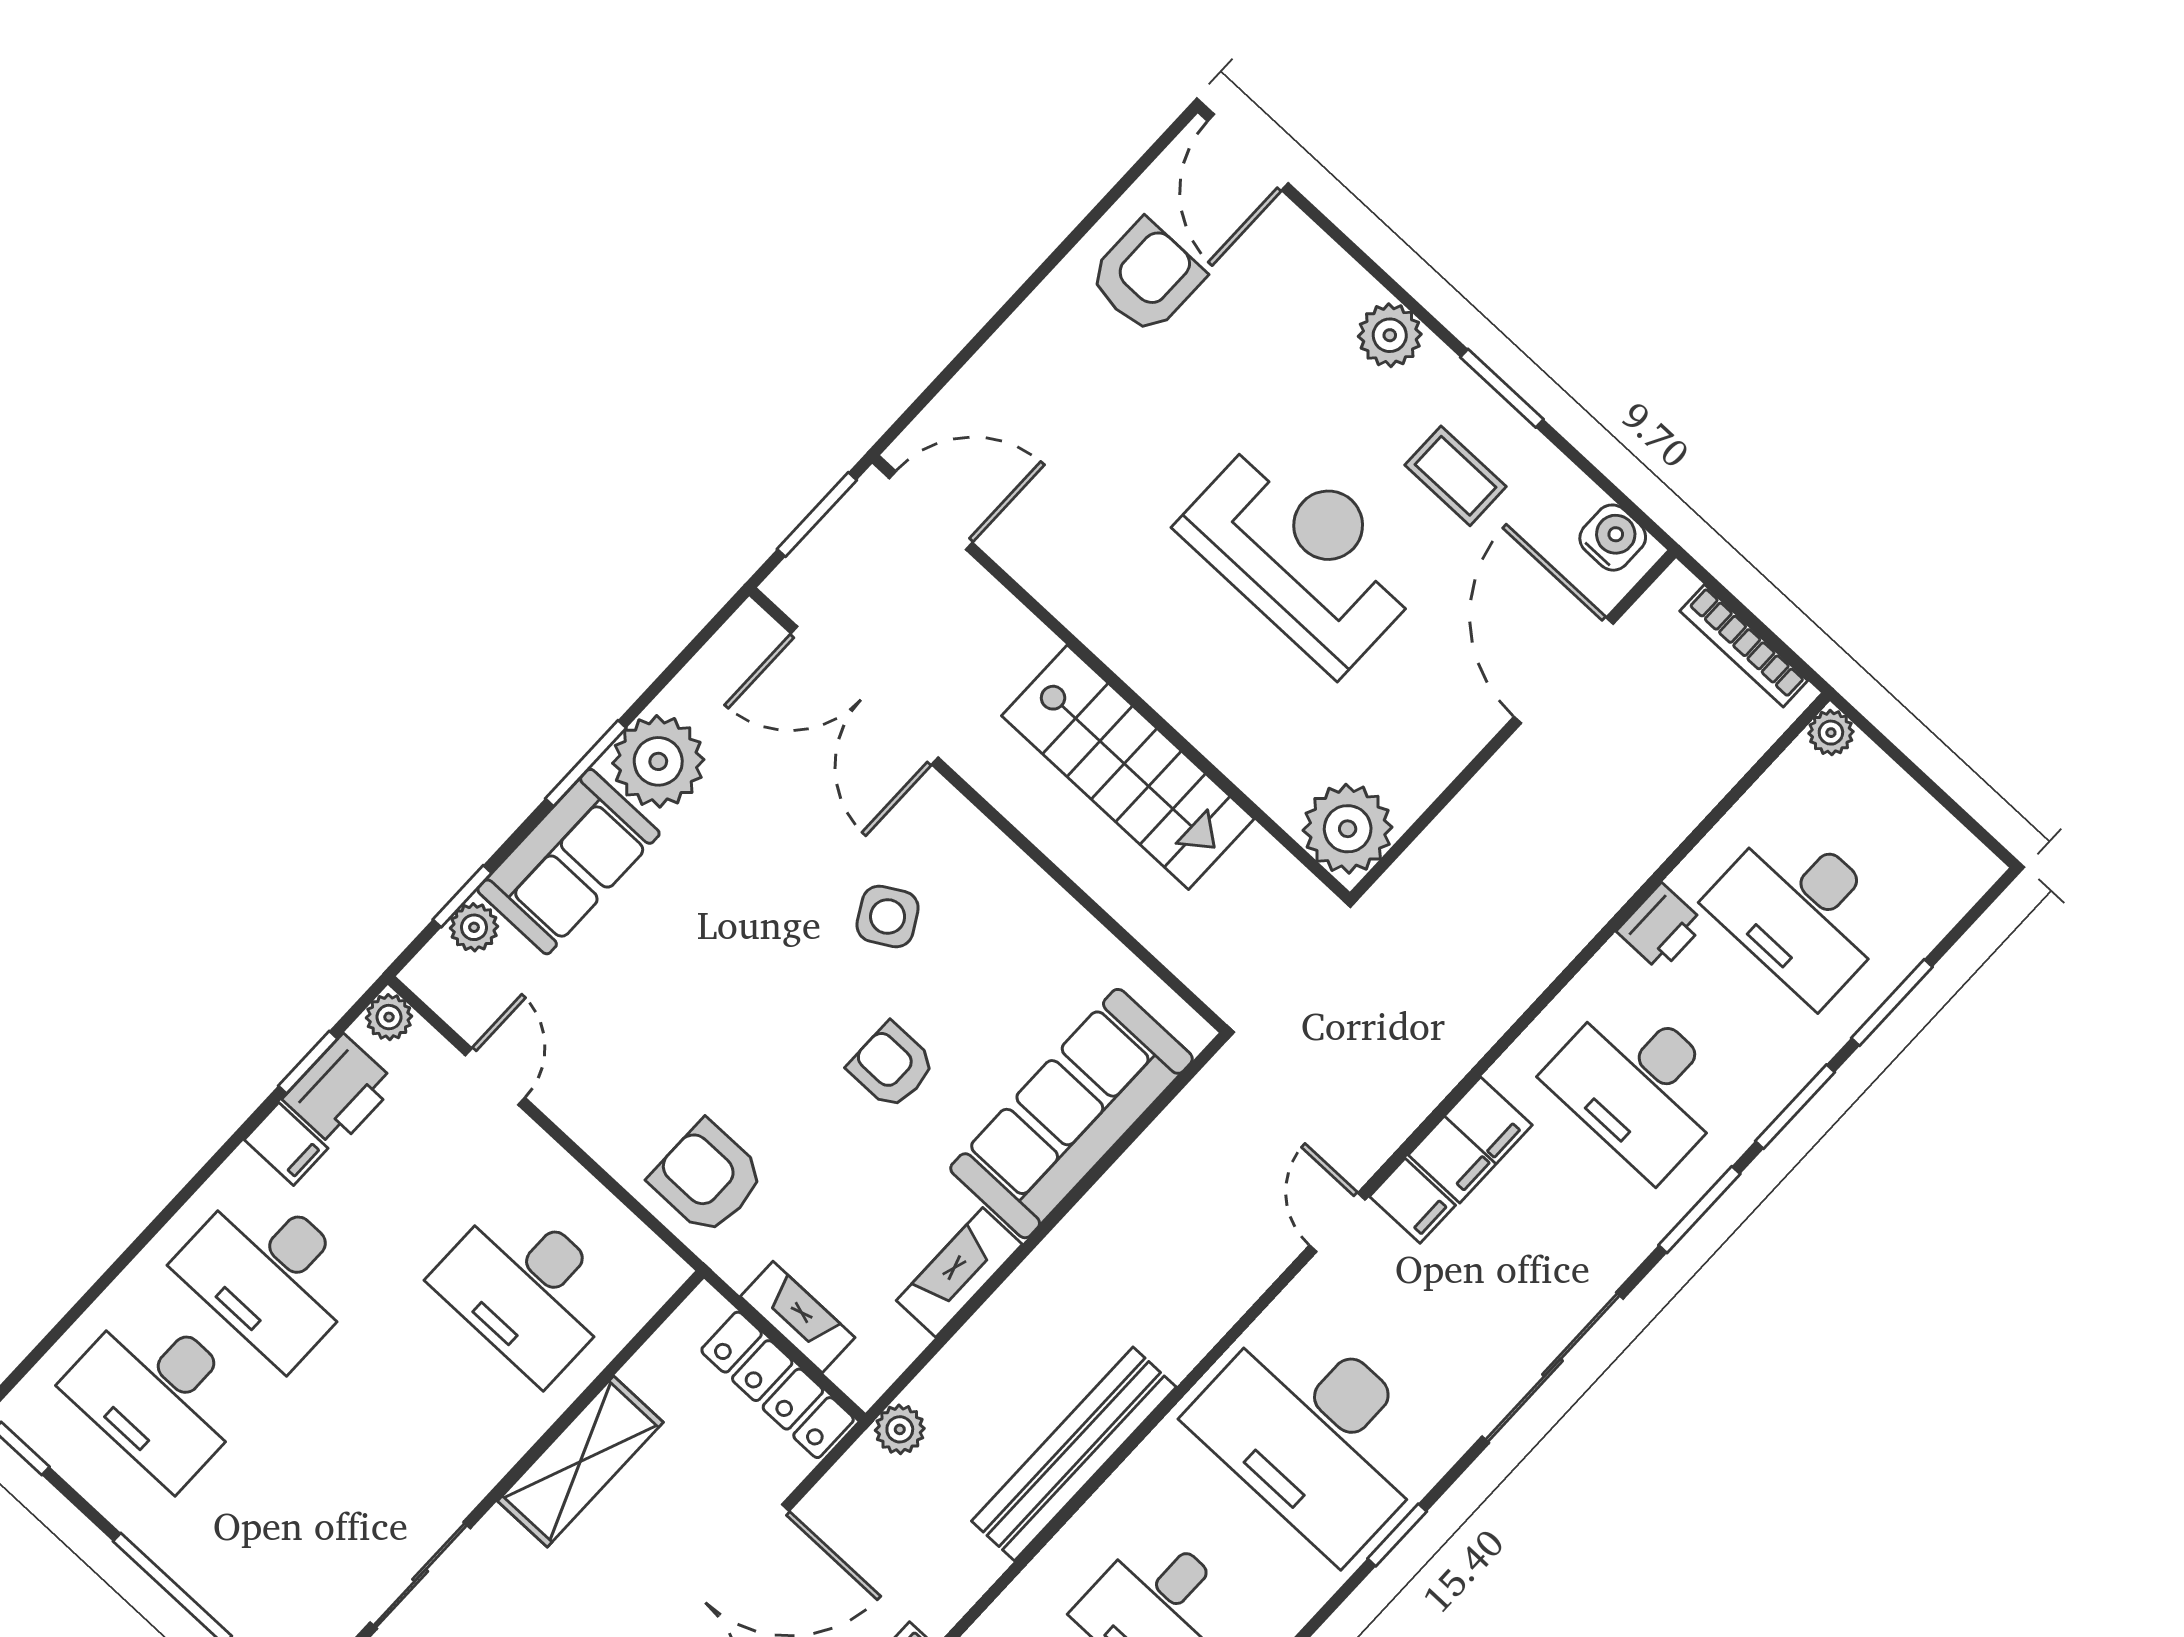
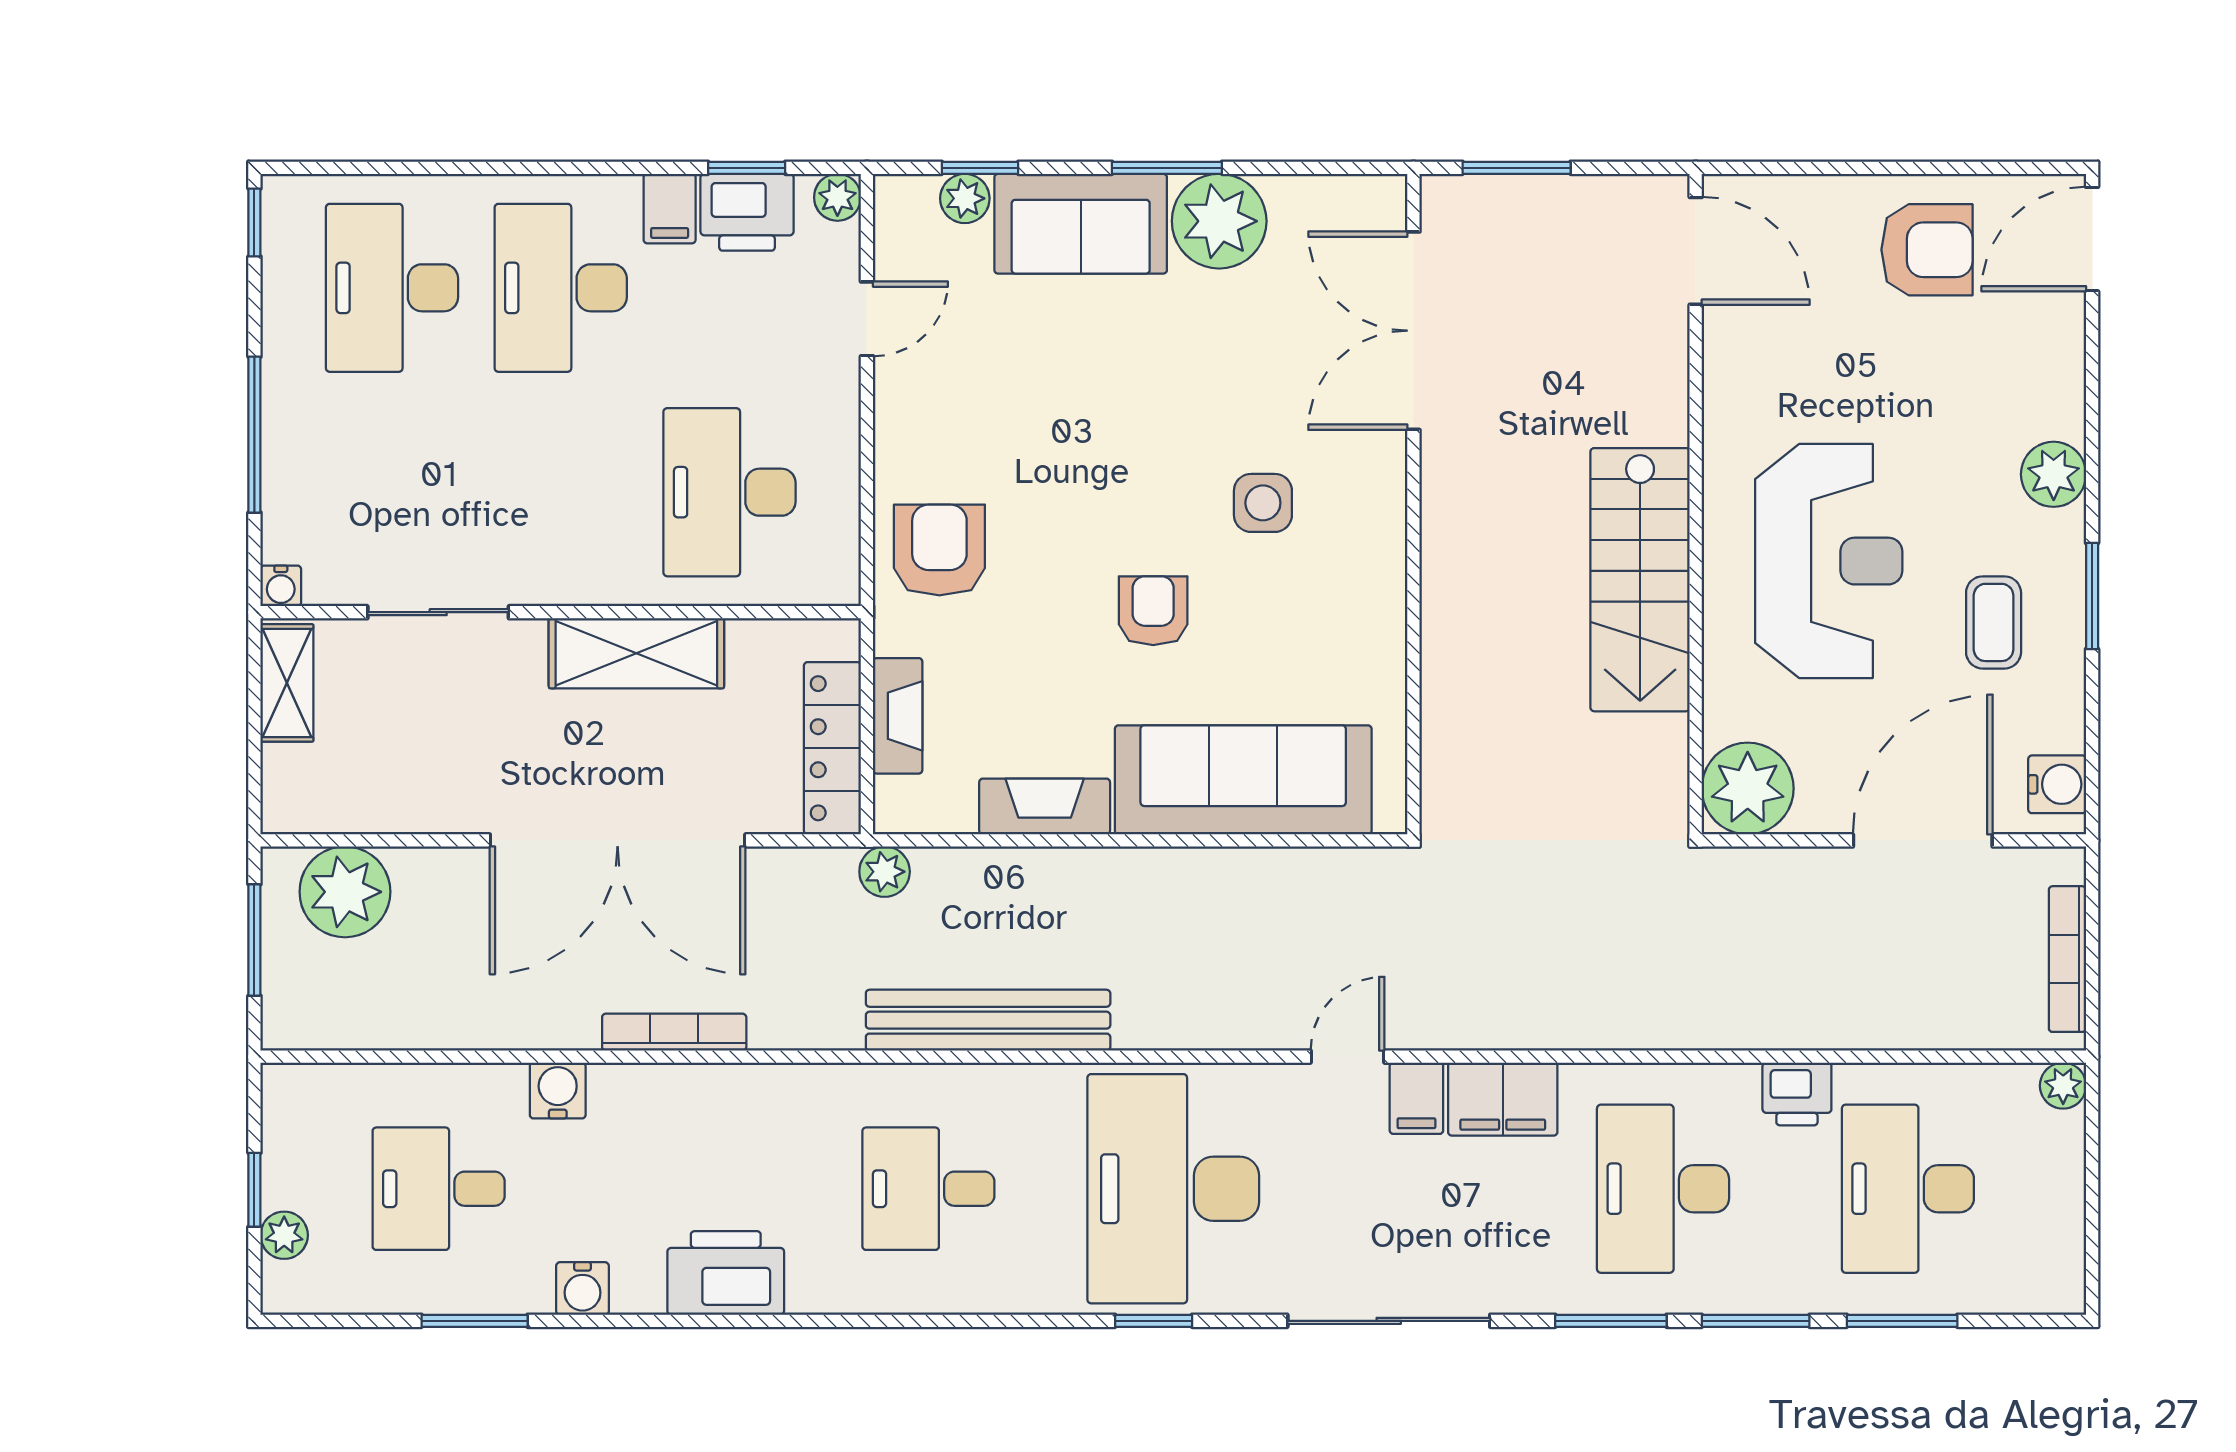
door: (931, 510) -> (1696, 251), moved
wall: (1111, 678) -> (1696, 504), moved
stairs: (1128, 767) -> (1640, 580), moved
plant: (1348, 829) -> (1748, 788), moved
side table: (888, 916) -> (1263, 503), turned 30

